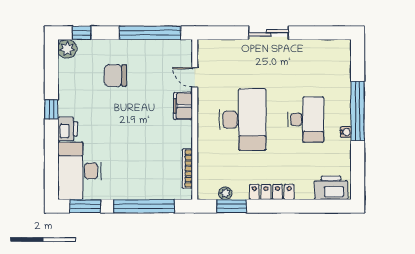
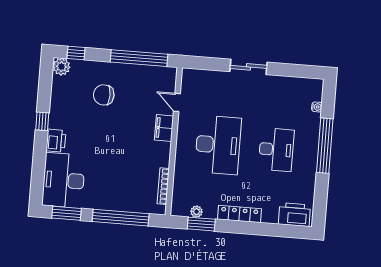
water cooler: (346, 132) -> (317, 107), moved

